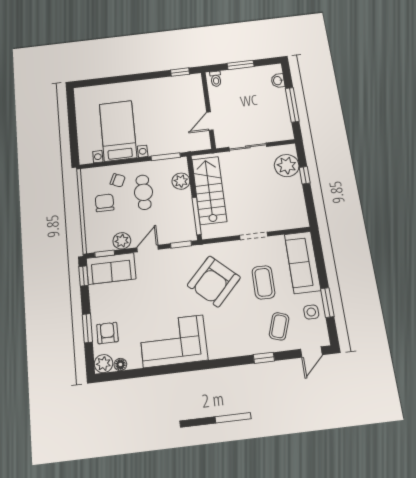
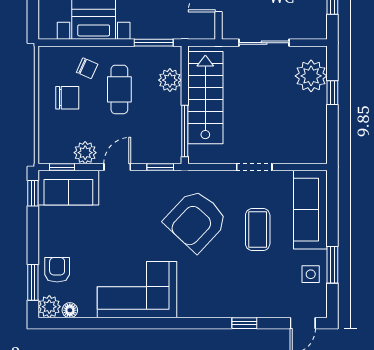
chair: (105, 203) -> (67, 98), turned 90
coffee table: (279, 326) -> (269, 287), removed
window: (87, 328) -> (33, 282), moved

